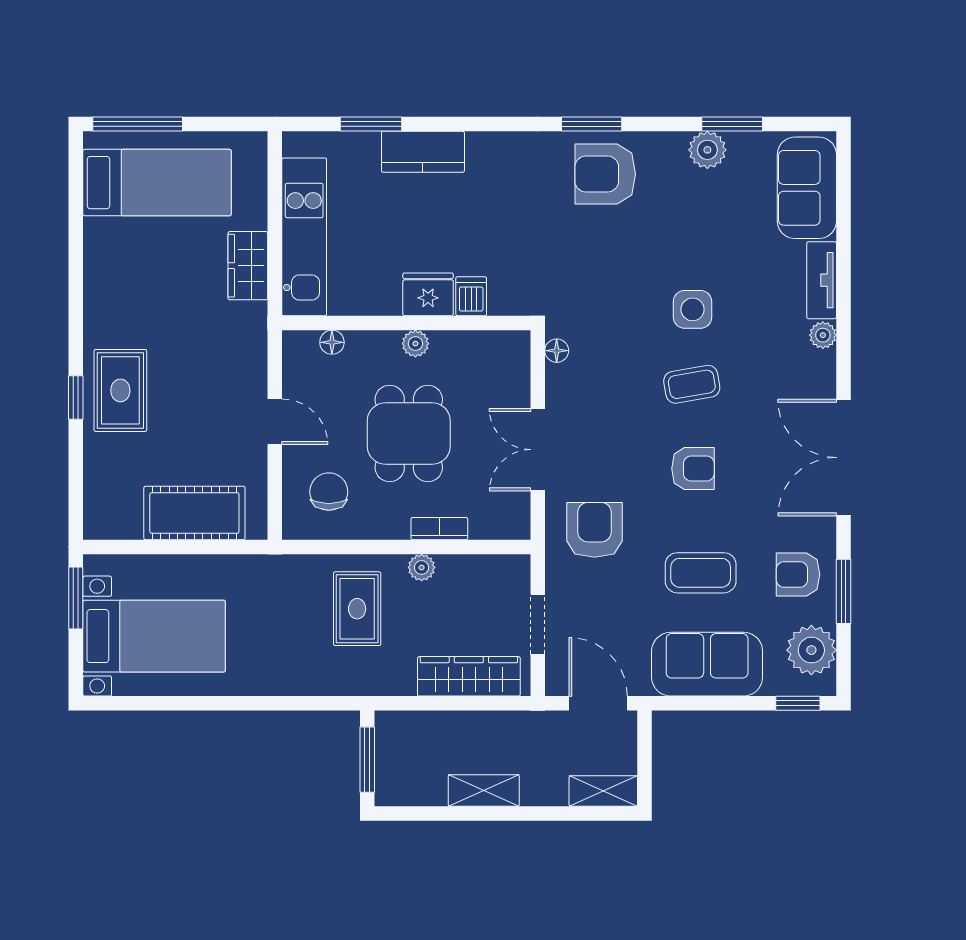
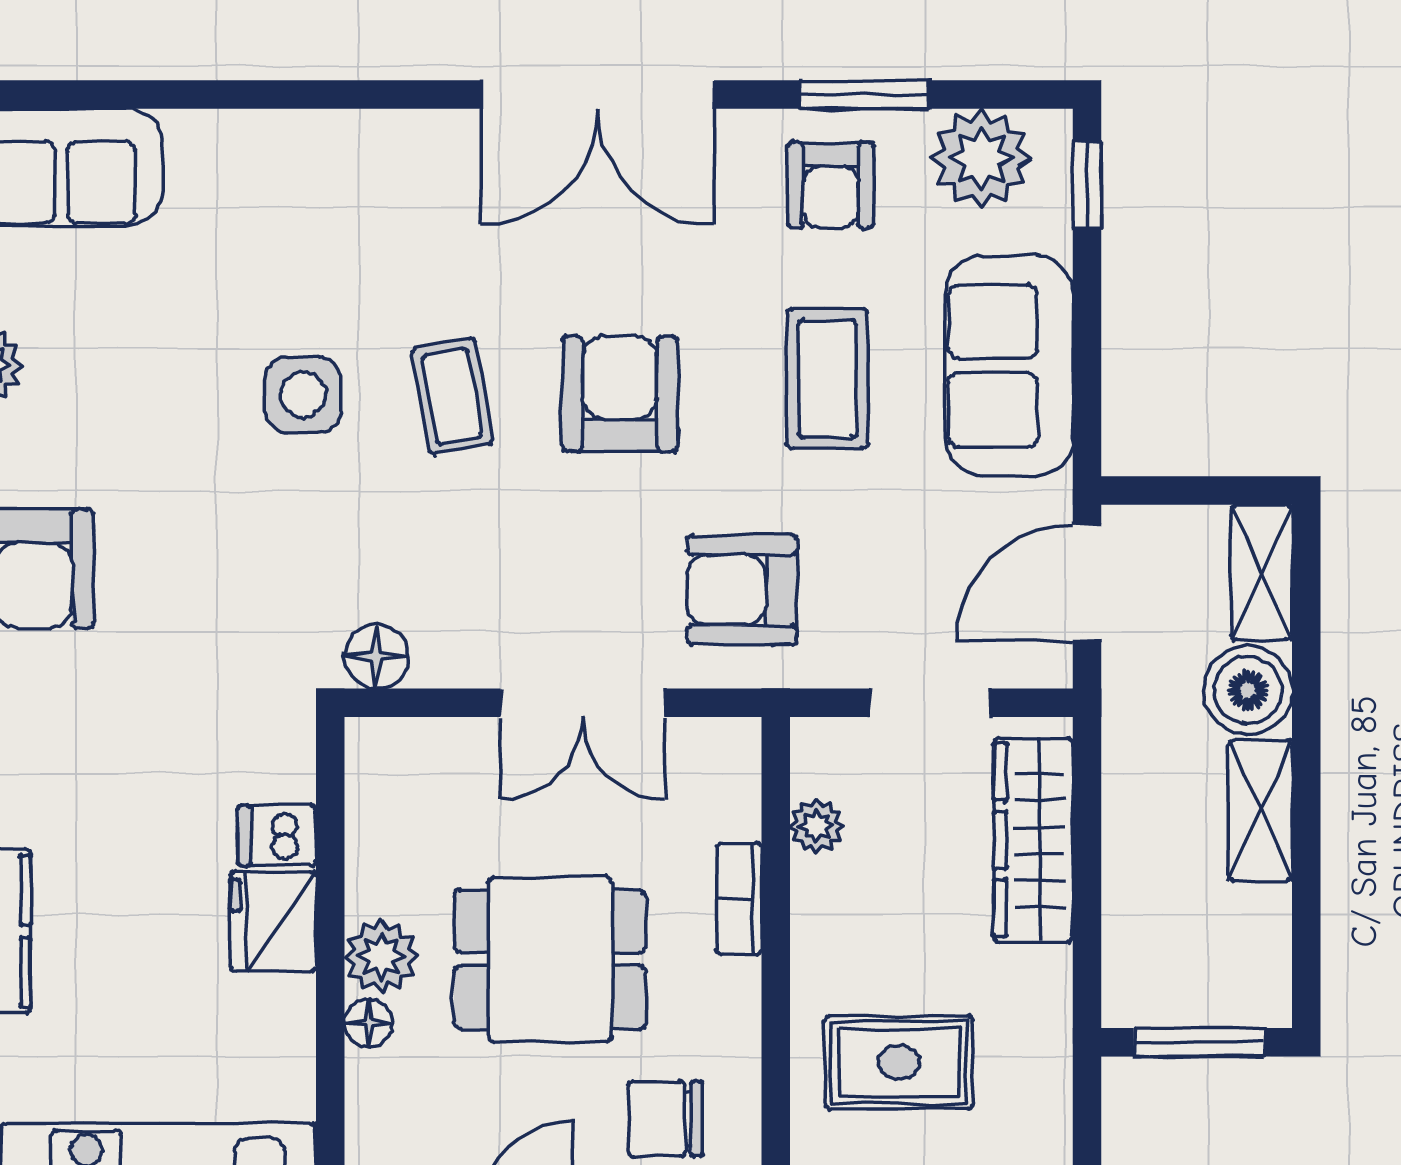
tv unit: (822, 280) -> (245, 138), removed
plant: (823, 335) -> (354, 135), removed
floor lamp: (332, 342) -> (368, 1023), moved
plant: (415, 344) -> (381, 956), width x1.38, depth x1.38
floor lamp: (557, 351) -> (376, 656), width x1.37, depth x1.37
armchair: (693, 469) -> (620, 394), width x1.38, depth x1.38
plant: (422, 567) -> (817, 826), moved
boiler: (544, 784) -> (1248, 690), added

